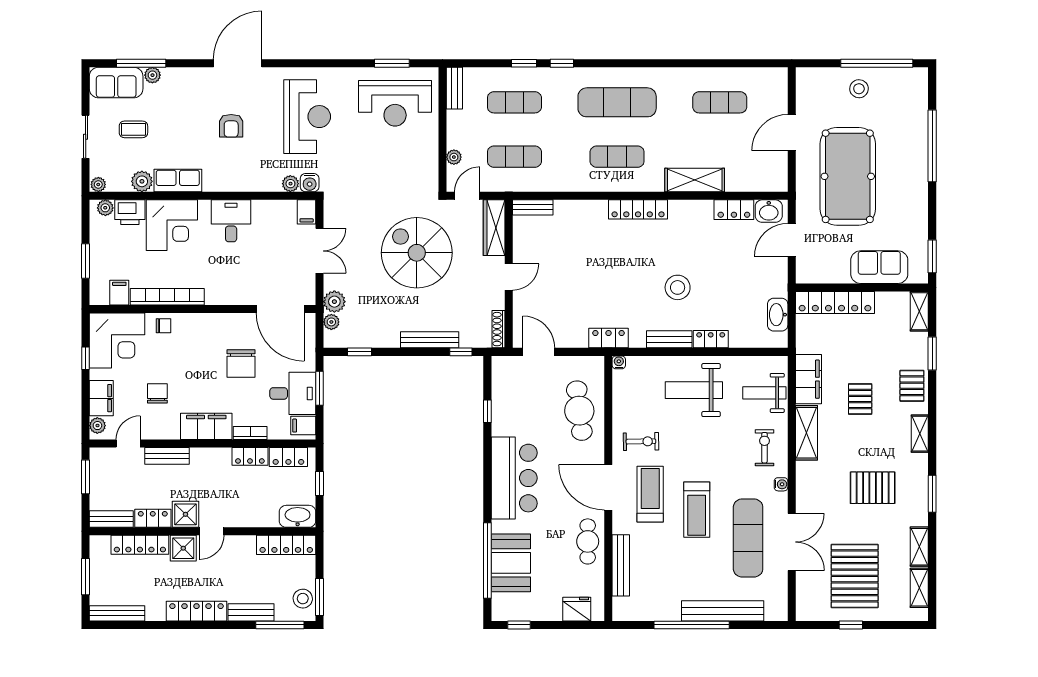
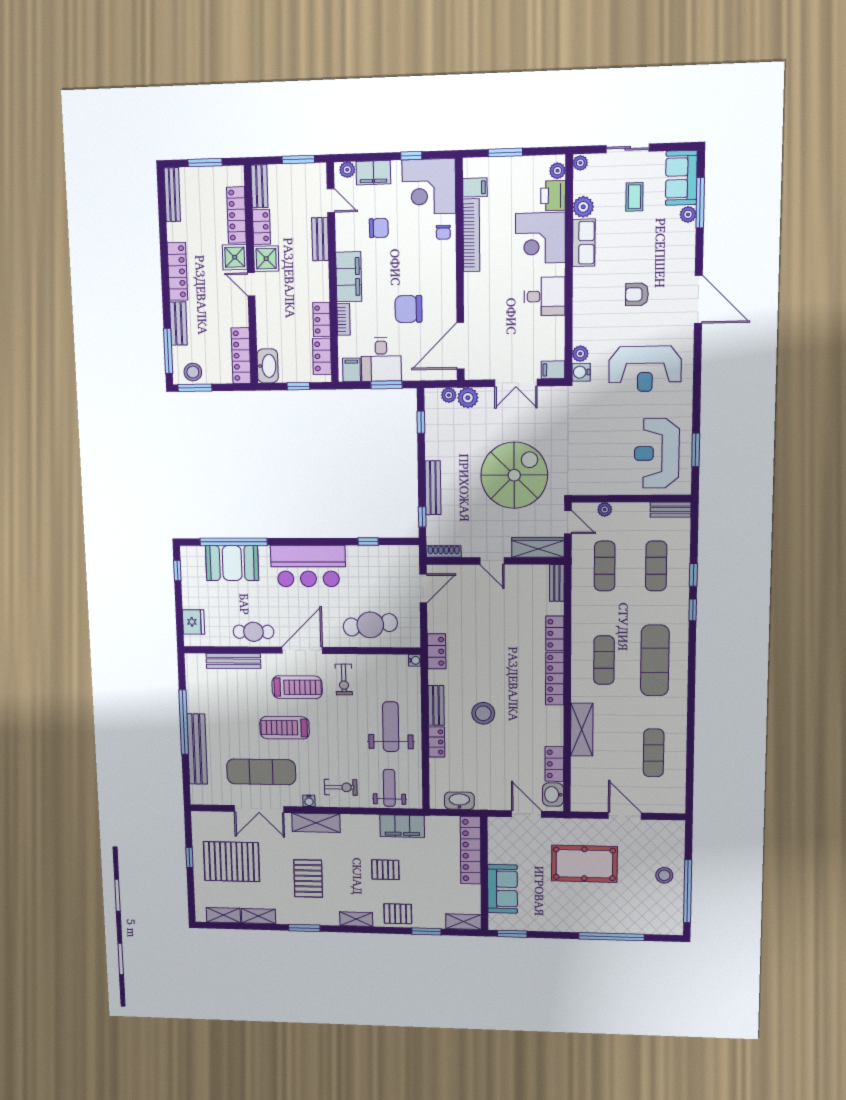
pool table: (848, 176) -> (584, 864), width x0.73, depth x0.76
locker: (588, 209) -> (555, 633), added
shelving: (806, 433) -> (316, 823), moved

